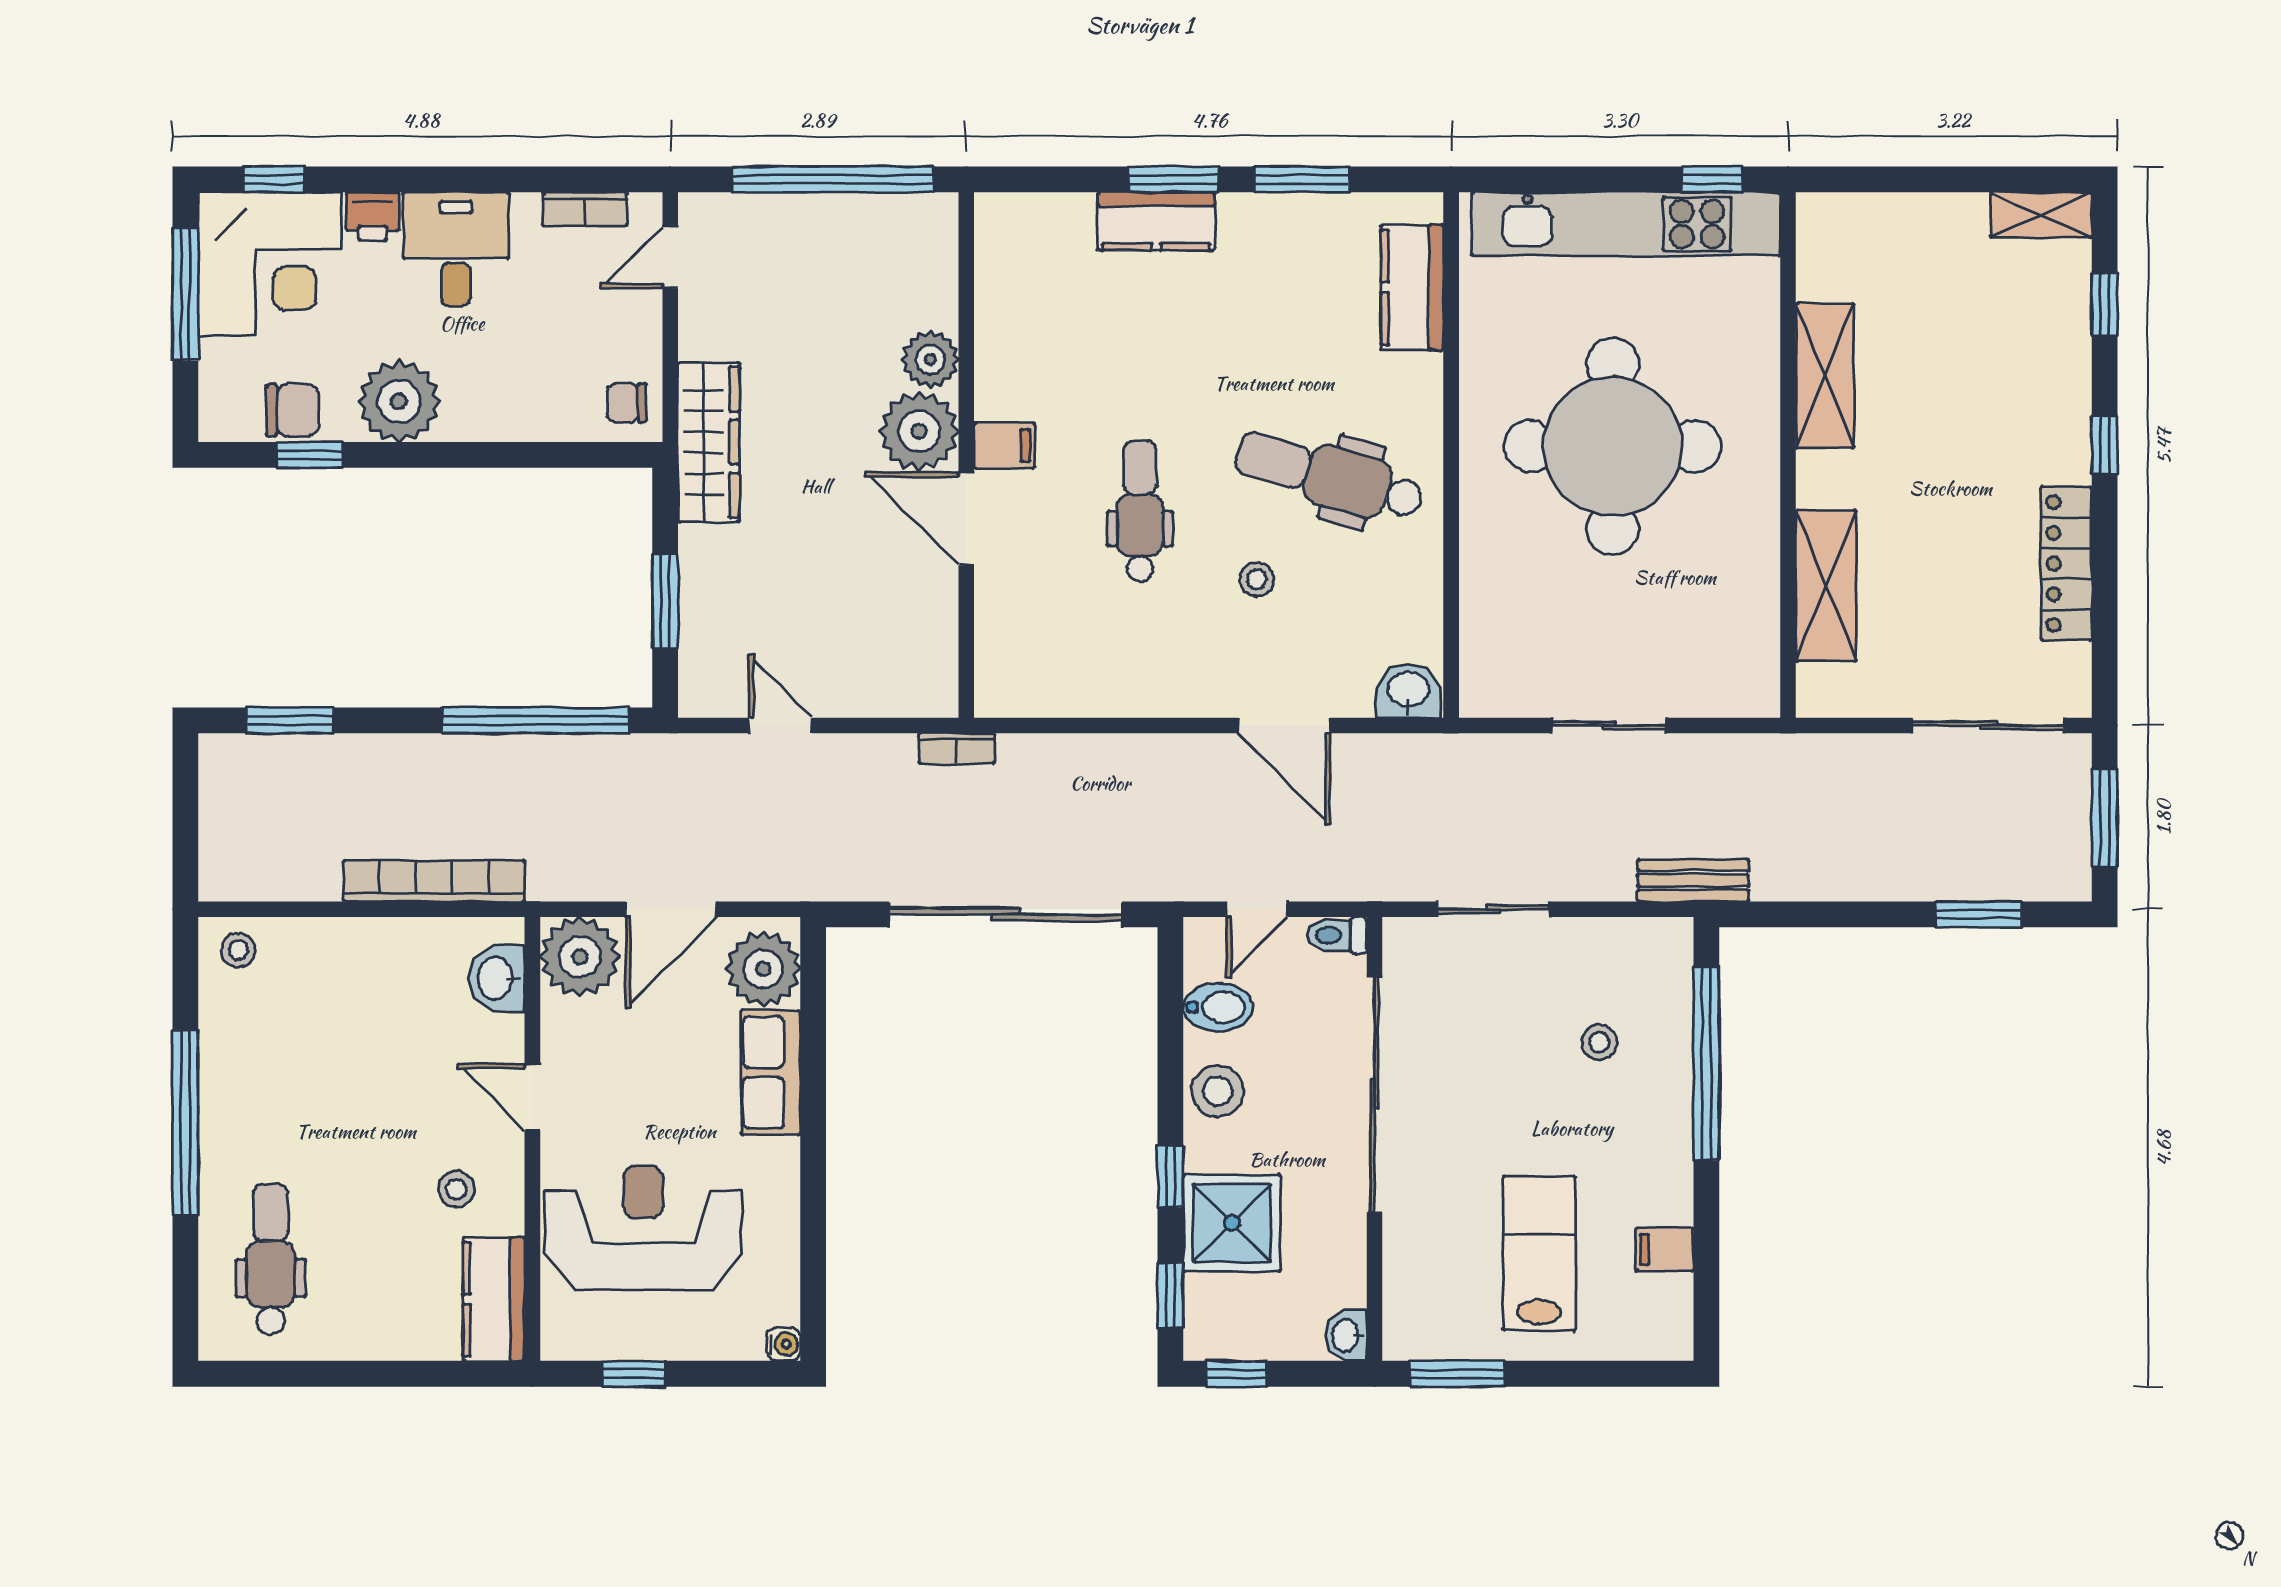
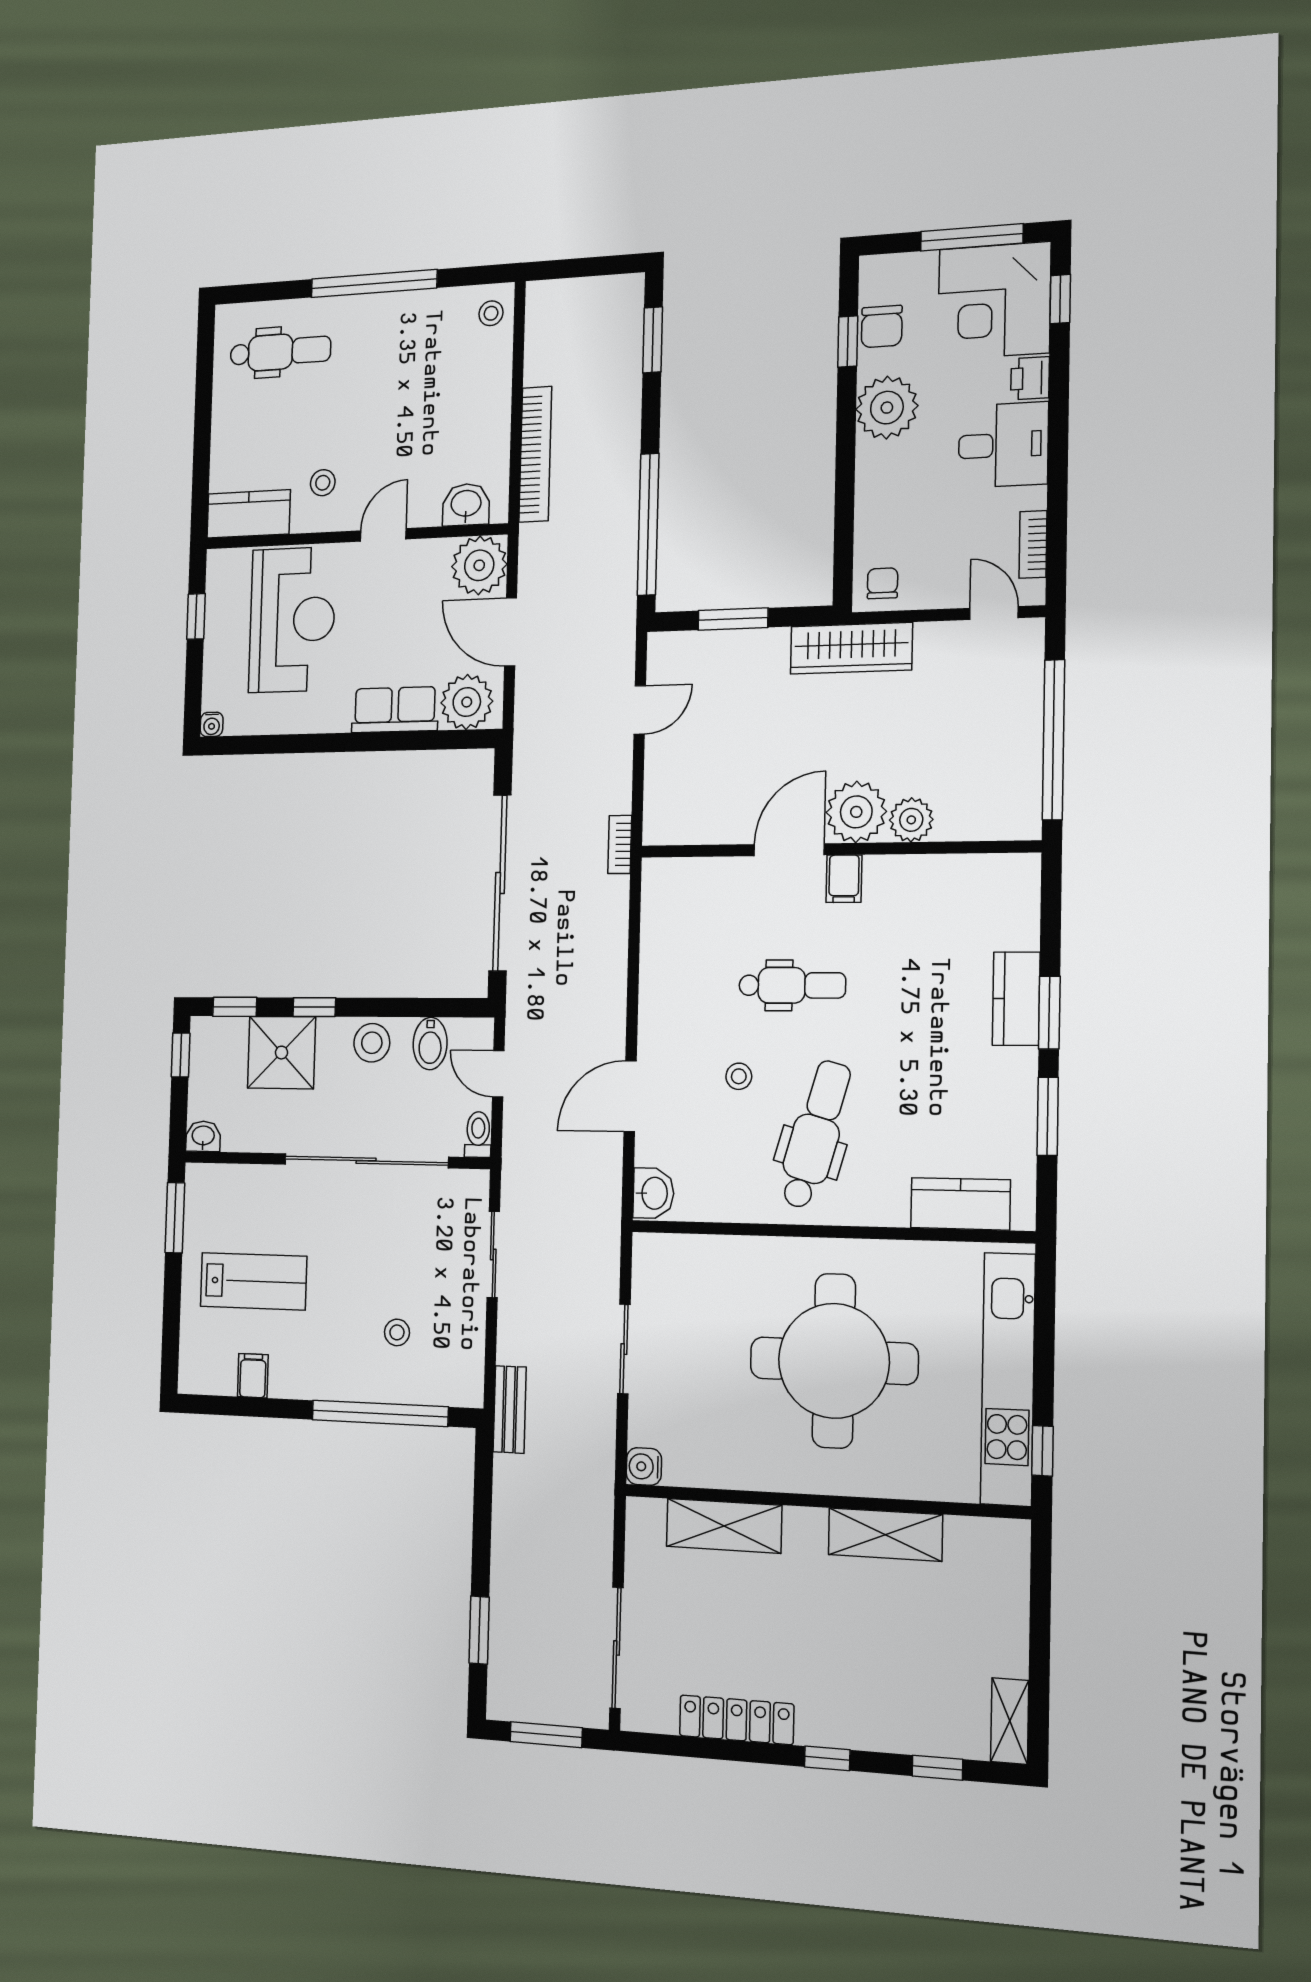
water cooler: (1757, 694) -> (644, 1466), added

